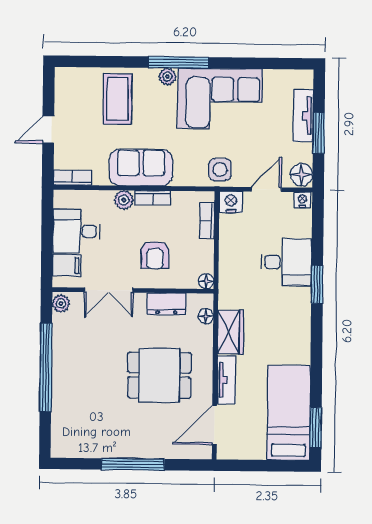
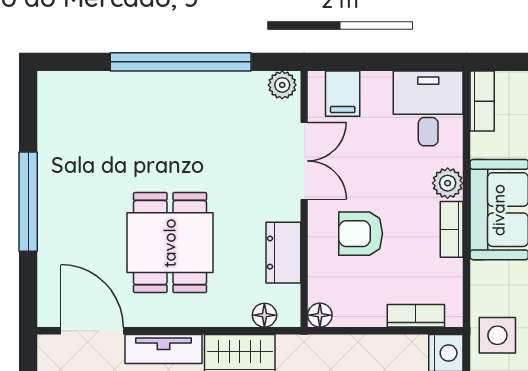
desk: (76, 231) -> (428, 108), moved
double door: (109, 290) -> (304, 161), swing flipped

